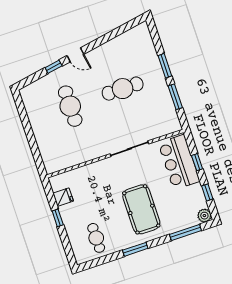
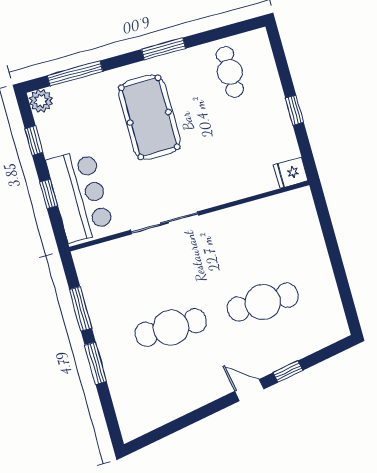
cafe table: (70, 106) -> (263, 302), turned 90
fridge: (63, 197) -> (291, 173), moved

